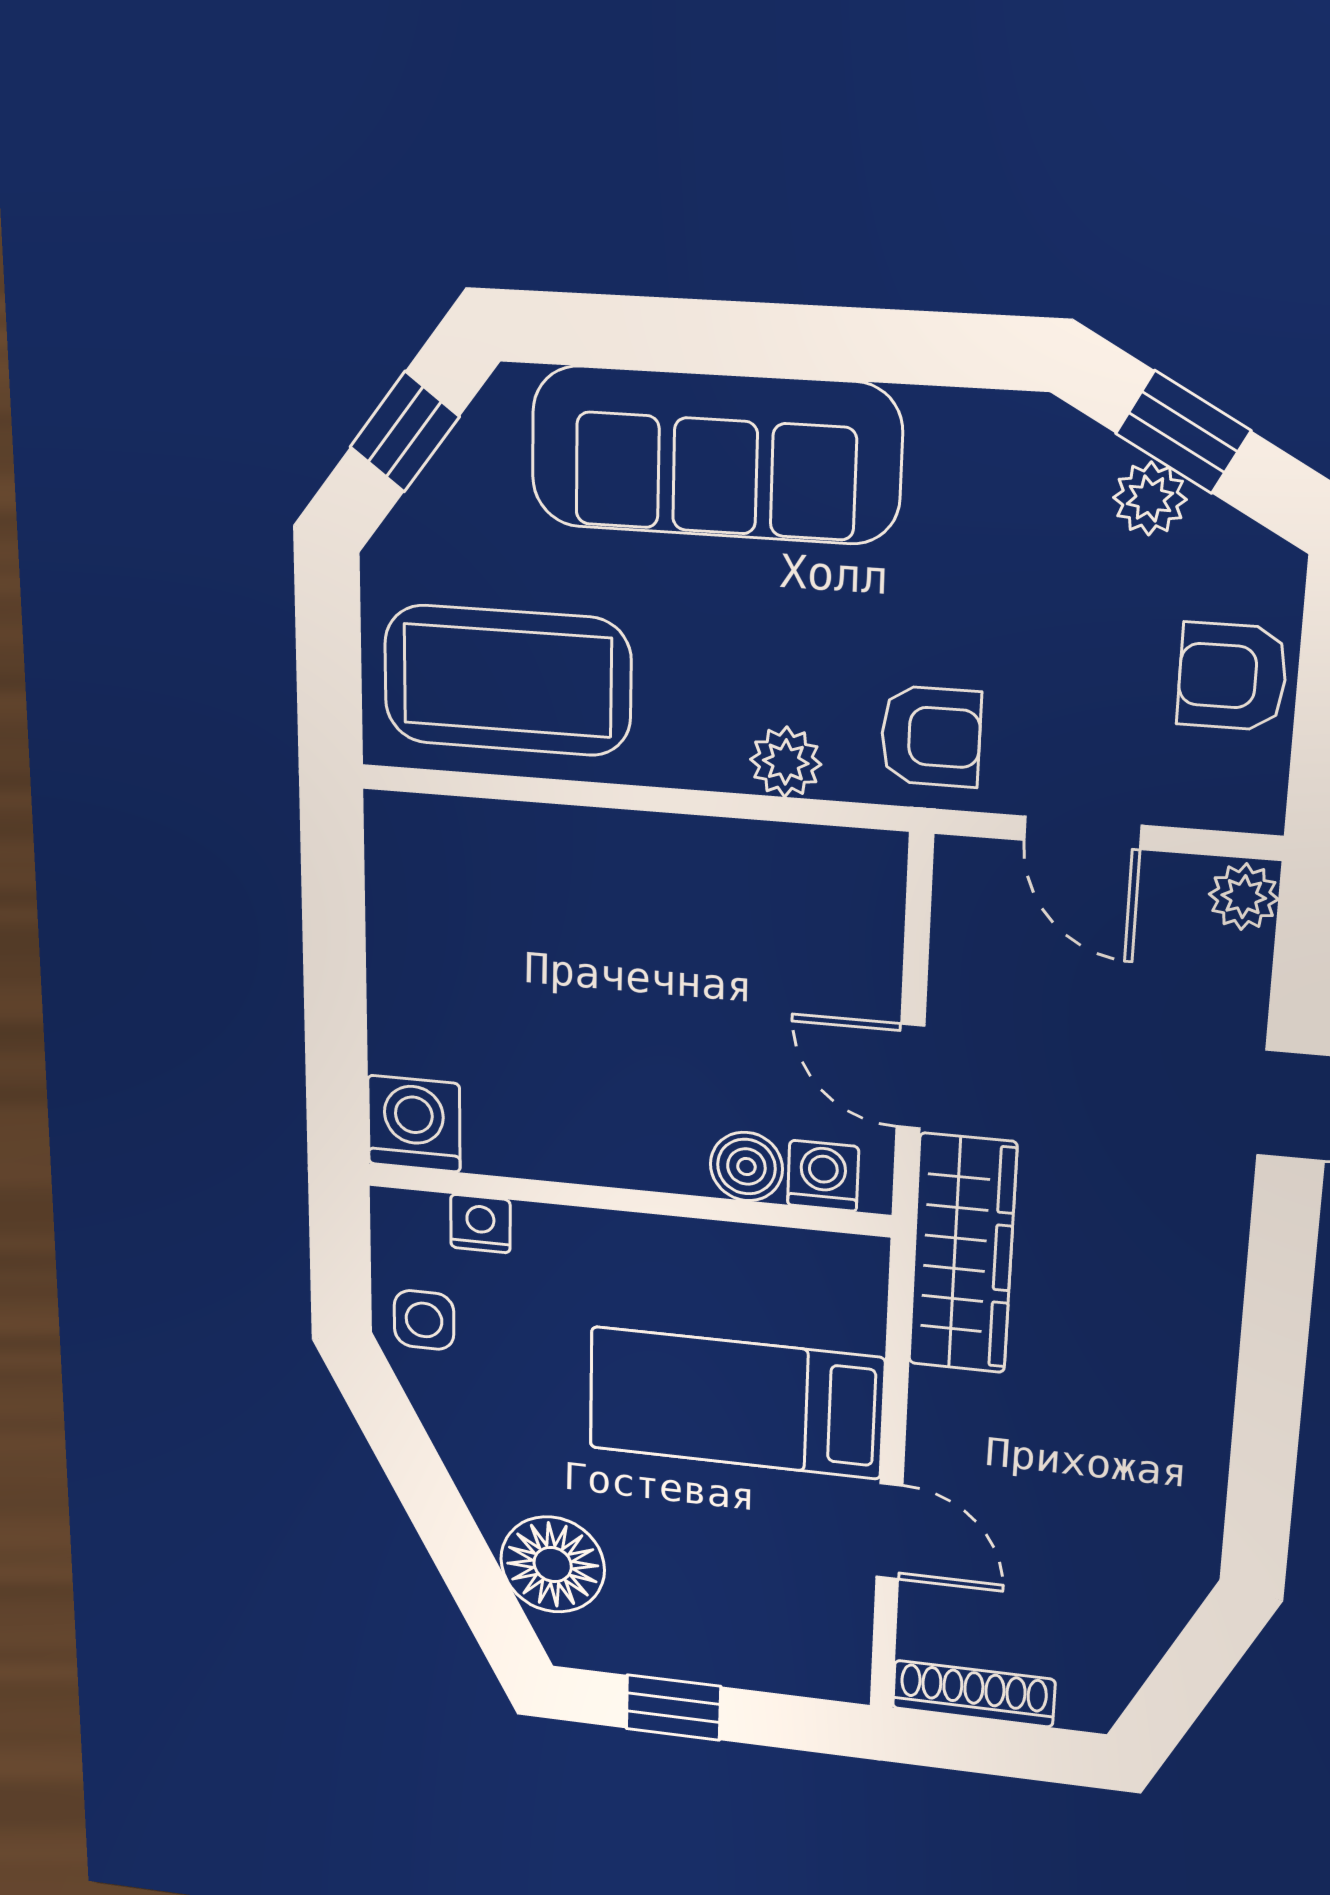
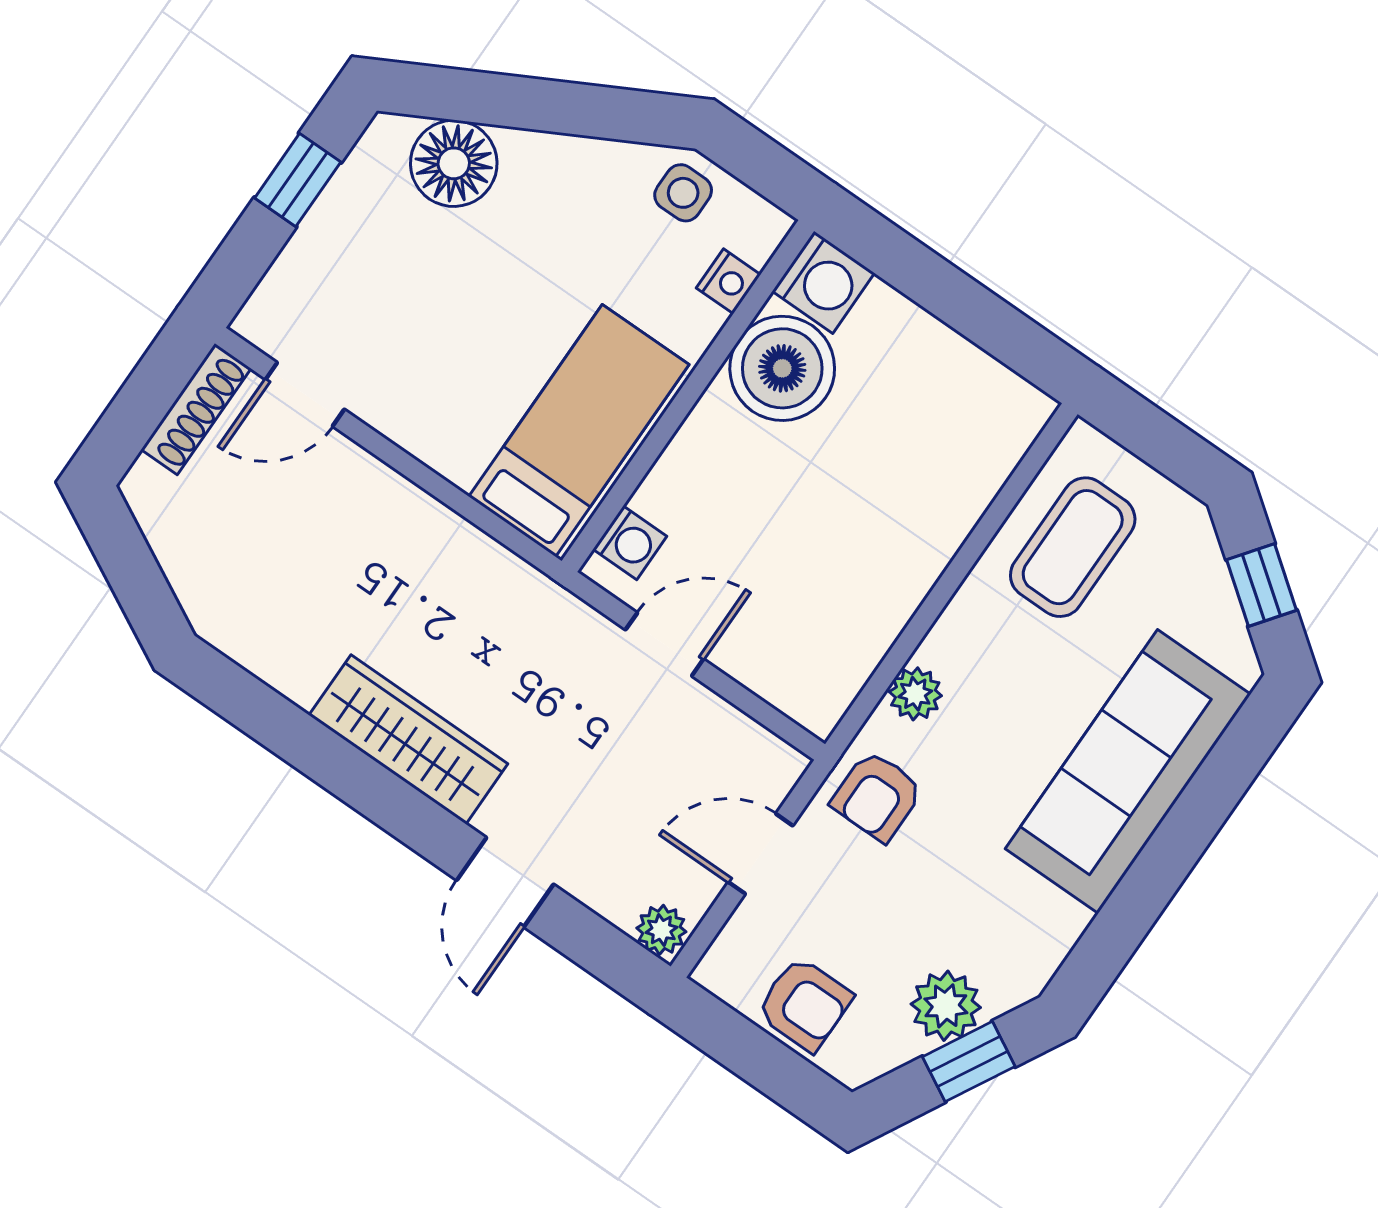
plant: (1150, 499) -> (946, 1006), width x1.38, depth x1.38
armchair: (1232, 677) -> (804, 1004), turned 90
coffee table: (507, 680) -> (1073, 547), width x0.73, depth x0.76
boiler: (746, 1167) -> (782, 368), moved, width x1.86, depth x1.86
wardrobe: (962, 1254) -> (408, 739), moved, turned 180
bed: (736, 1403) -> (579, 431), moved
door: (889, 1531) -> (305, 394), moved

